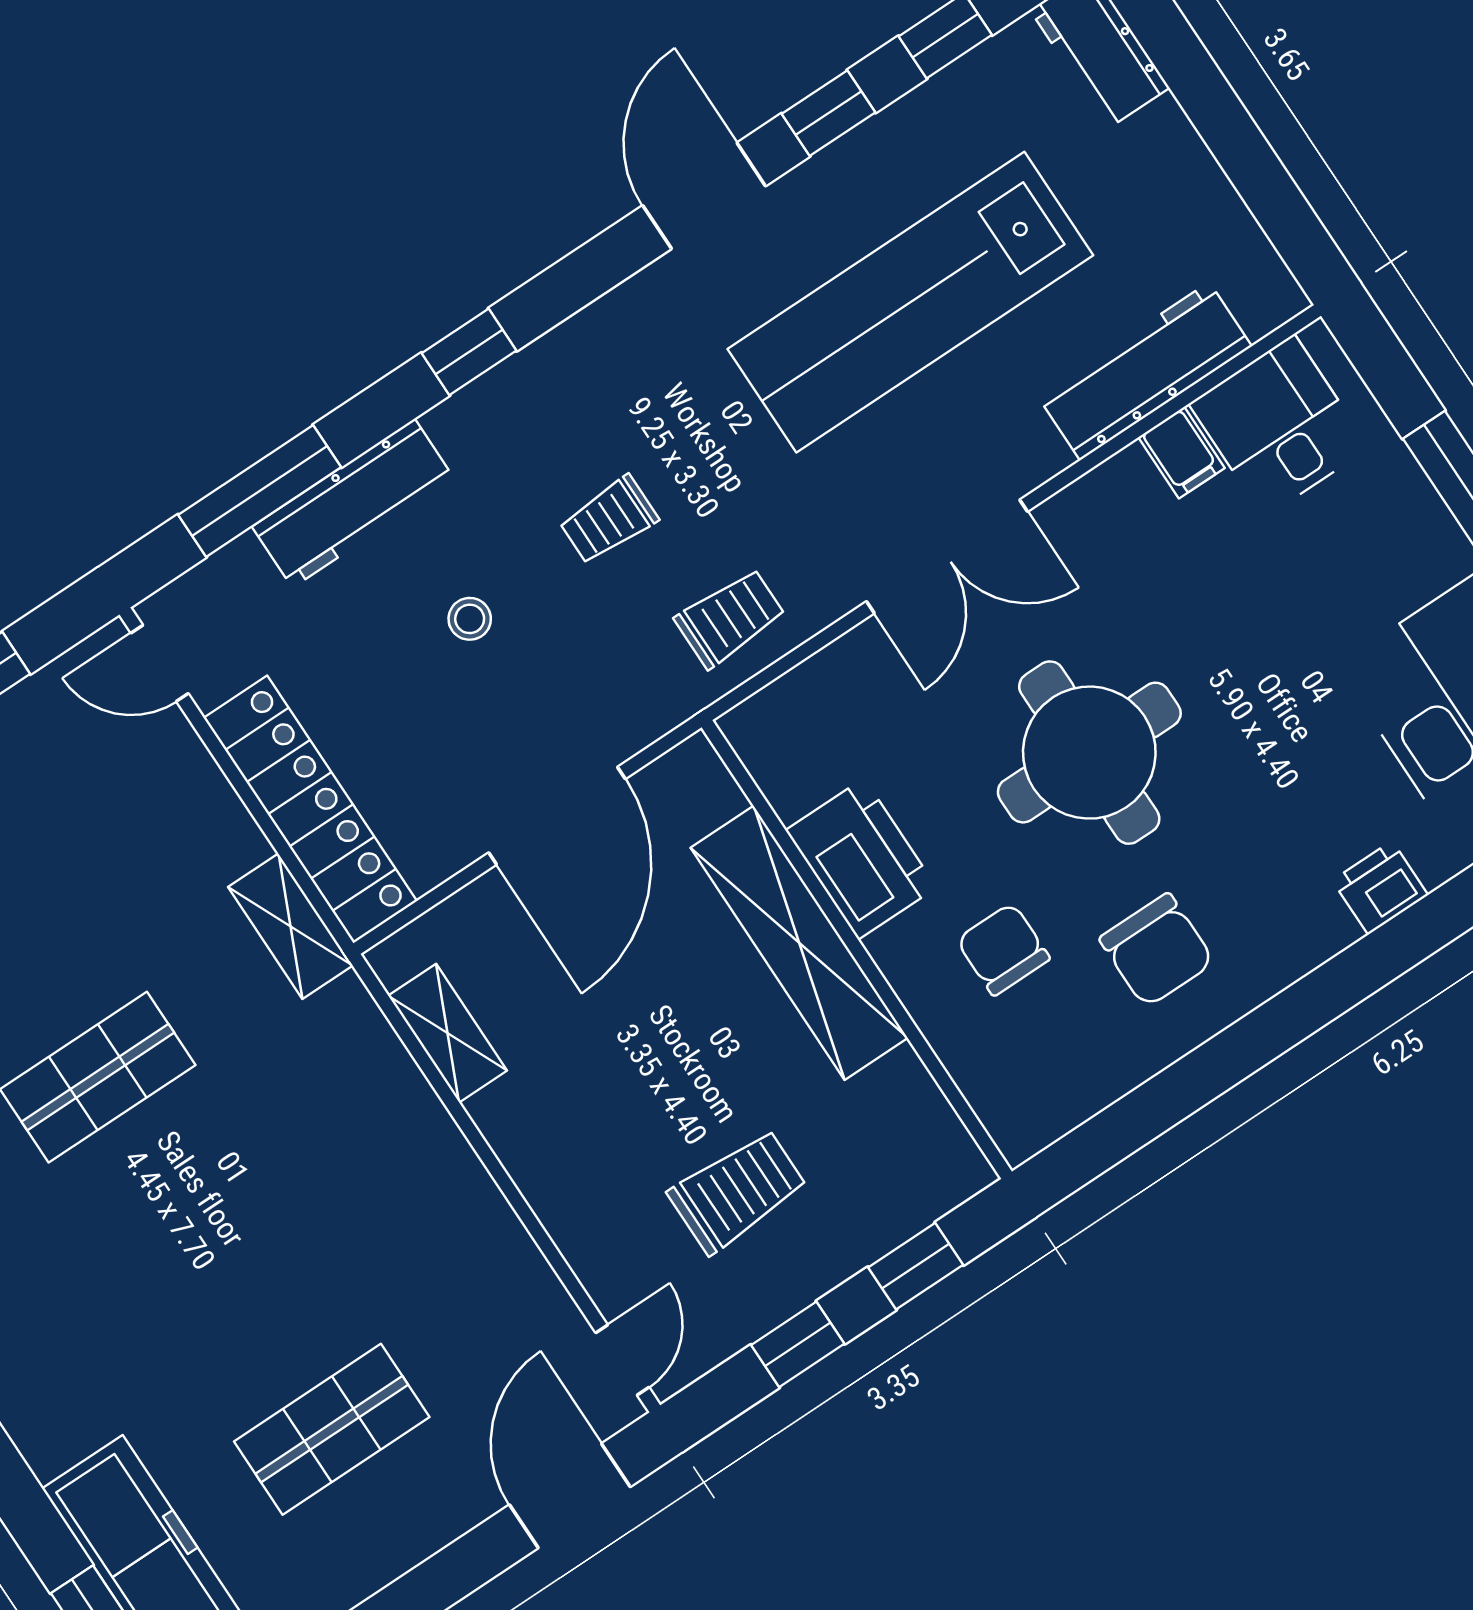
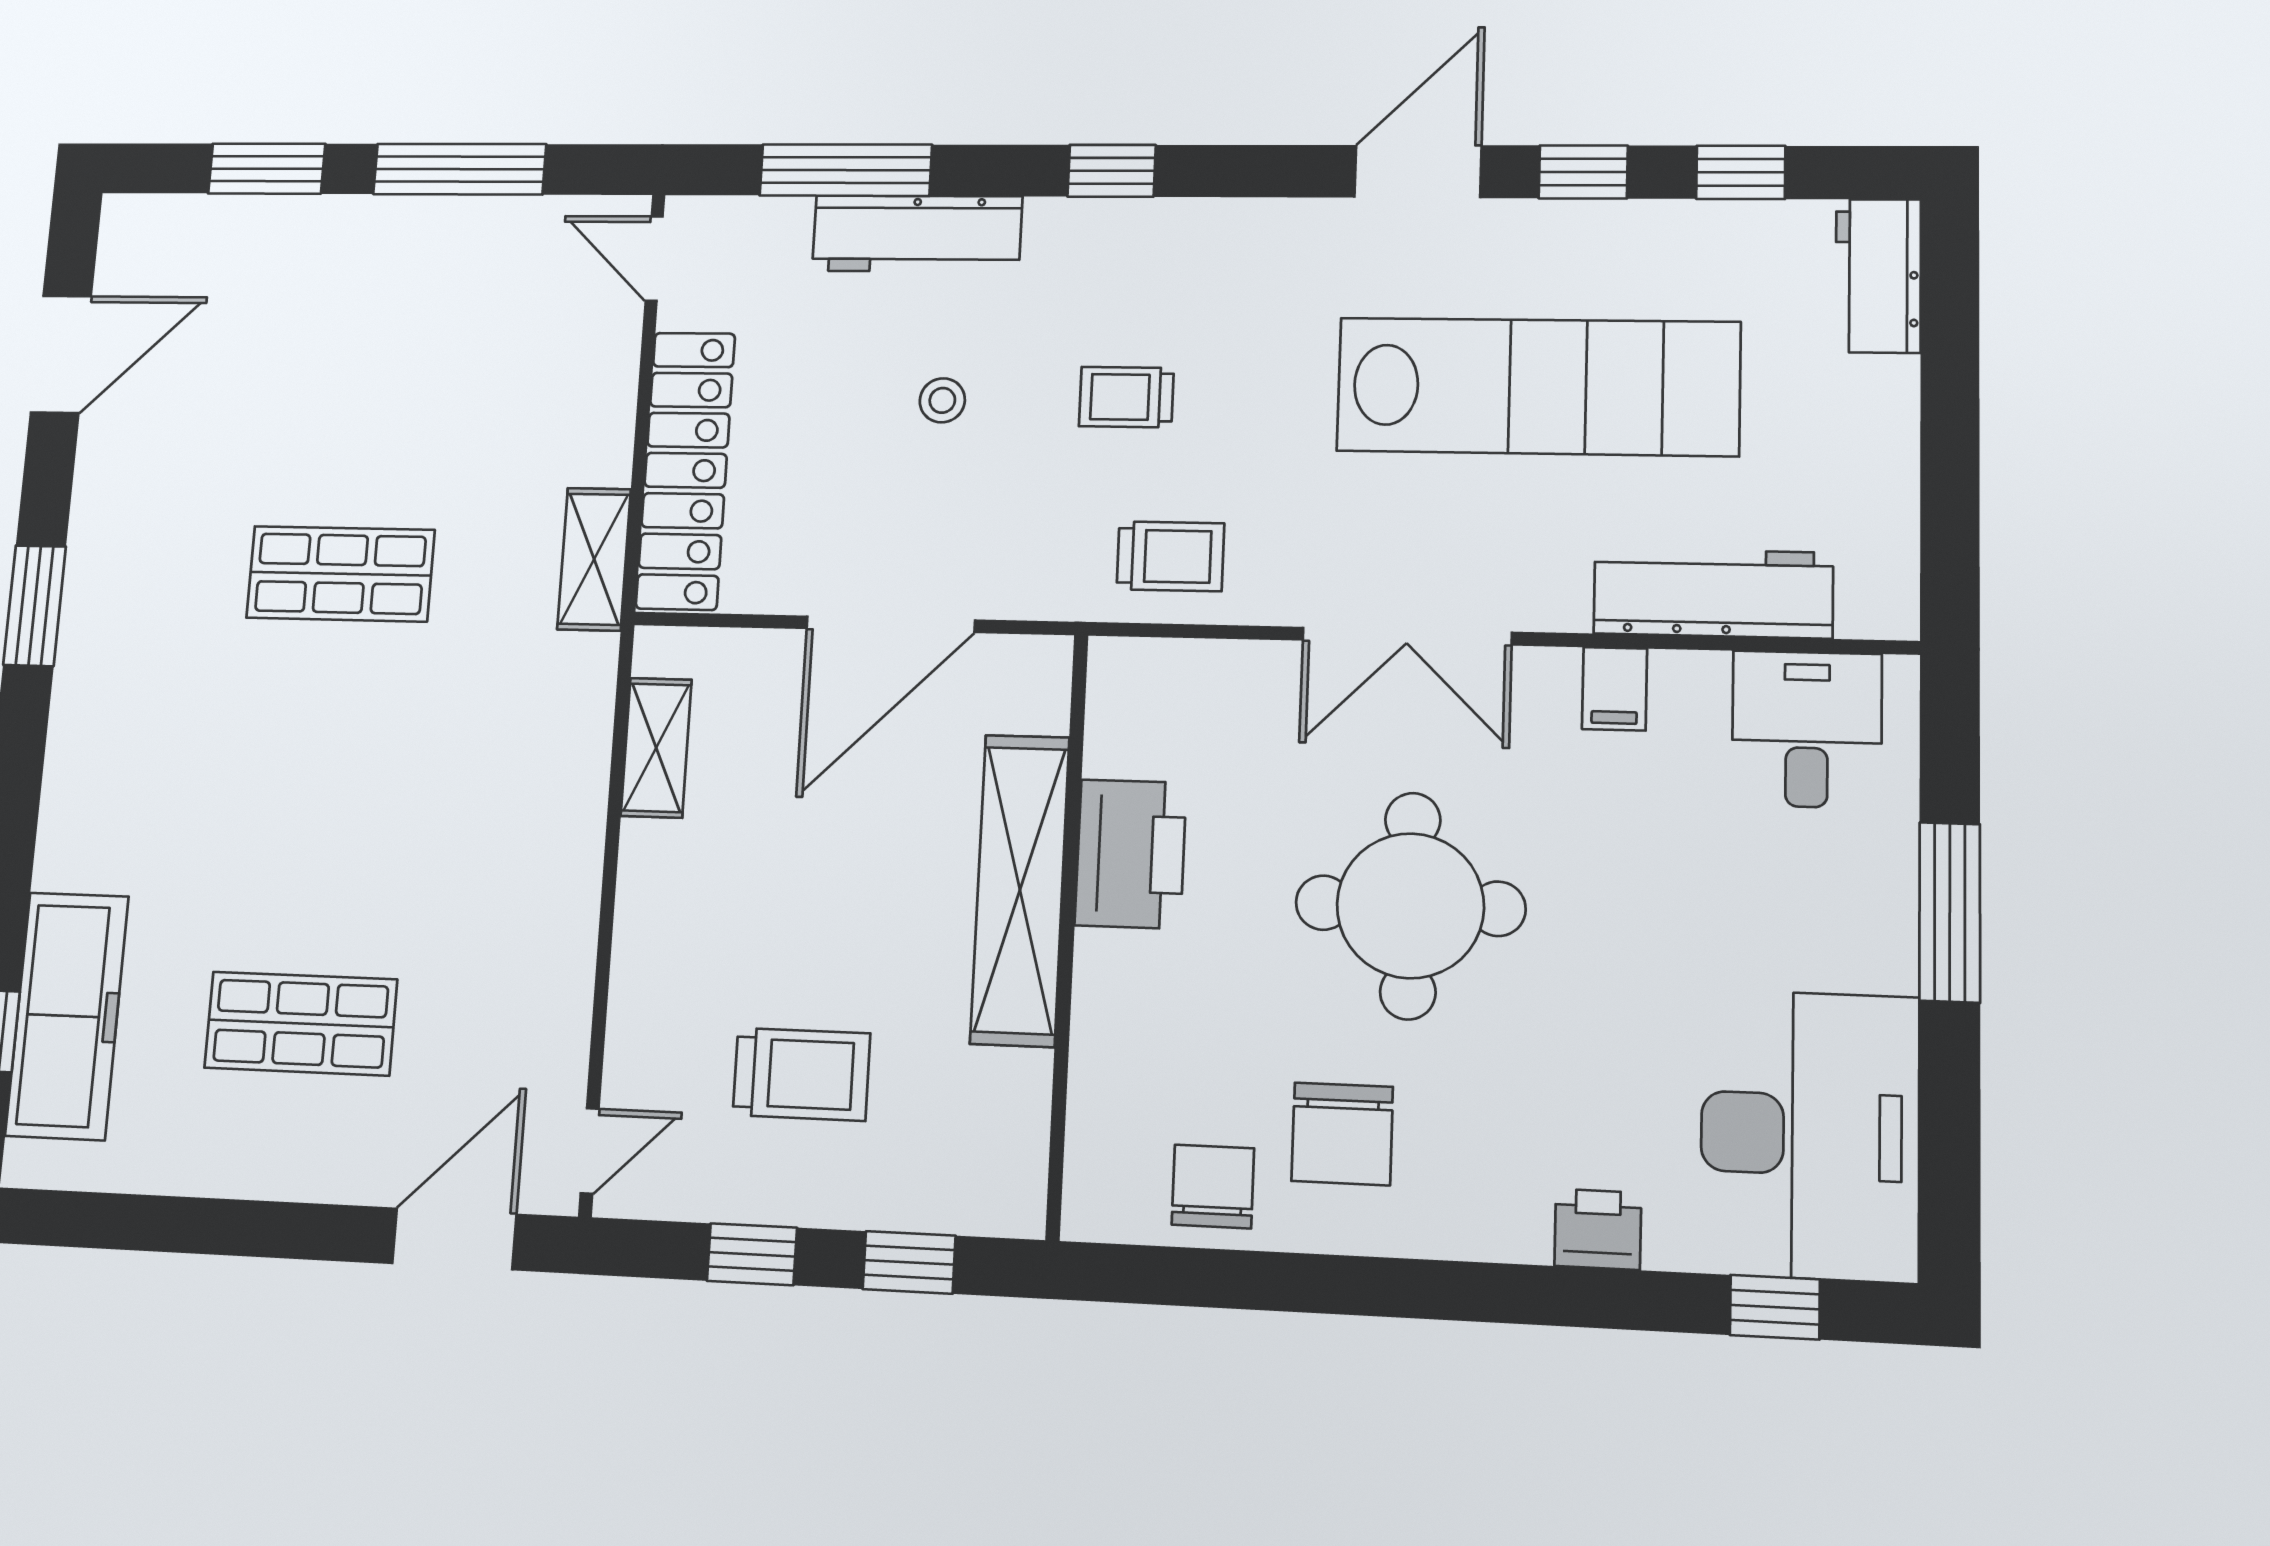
lab bench: (910, 302) -> (1538, 387), turned 180
filing cabinet: (1181, 453) -> (1615, 689), moved
chair: (1003, 949) -> (1213, 1186), moved

